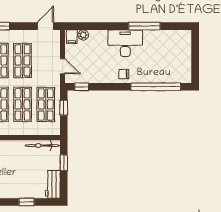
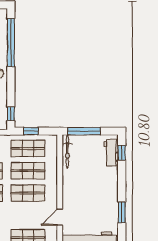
window: (64, 163) -> (84, 131), width x2.17
workbench: (53, 184) -> (111, 153), moved, turned 90
window: (27, 202) -> (122, 153), moved

